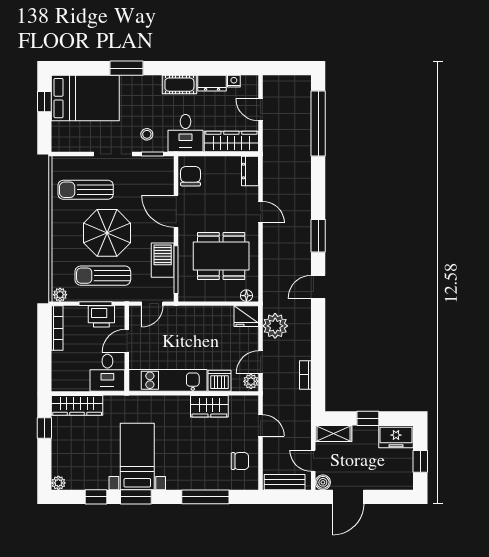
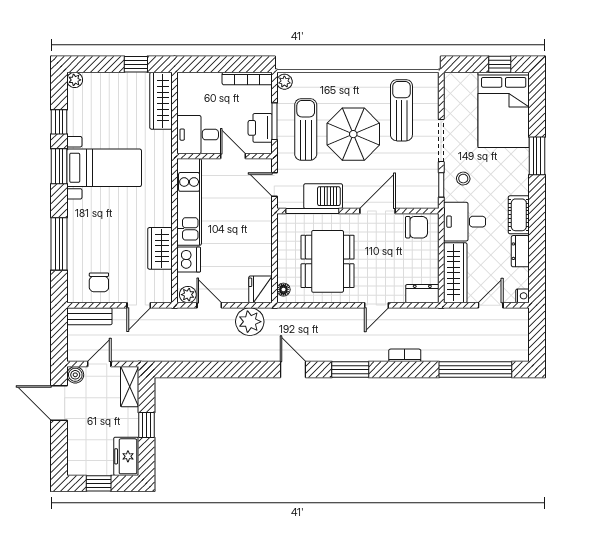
nightstand: (234, 81) -> (523, 296), moved
bookcase: (305, 375) -> (405, 355), moved
bench: (285, 482) -> (89, 316), moved, turned 90

